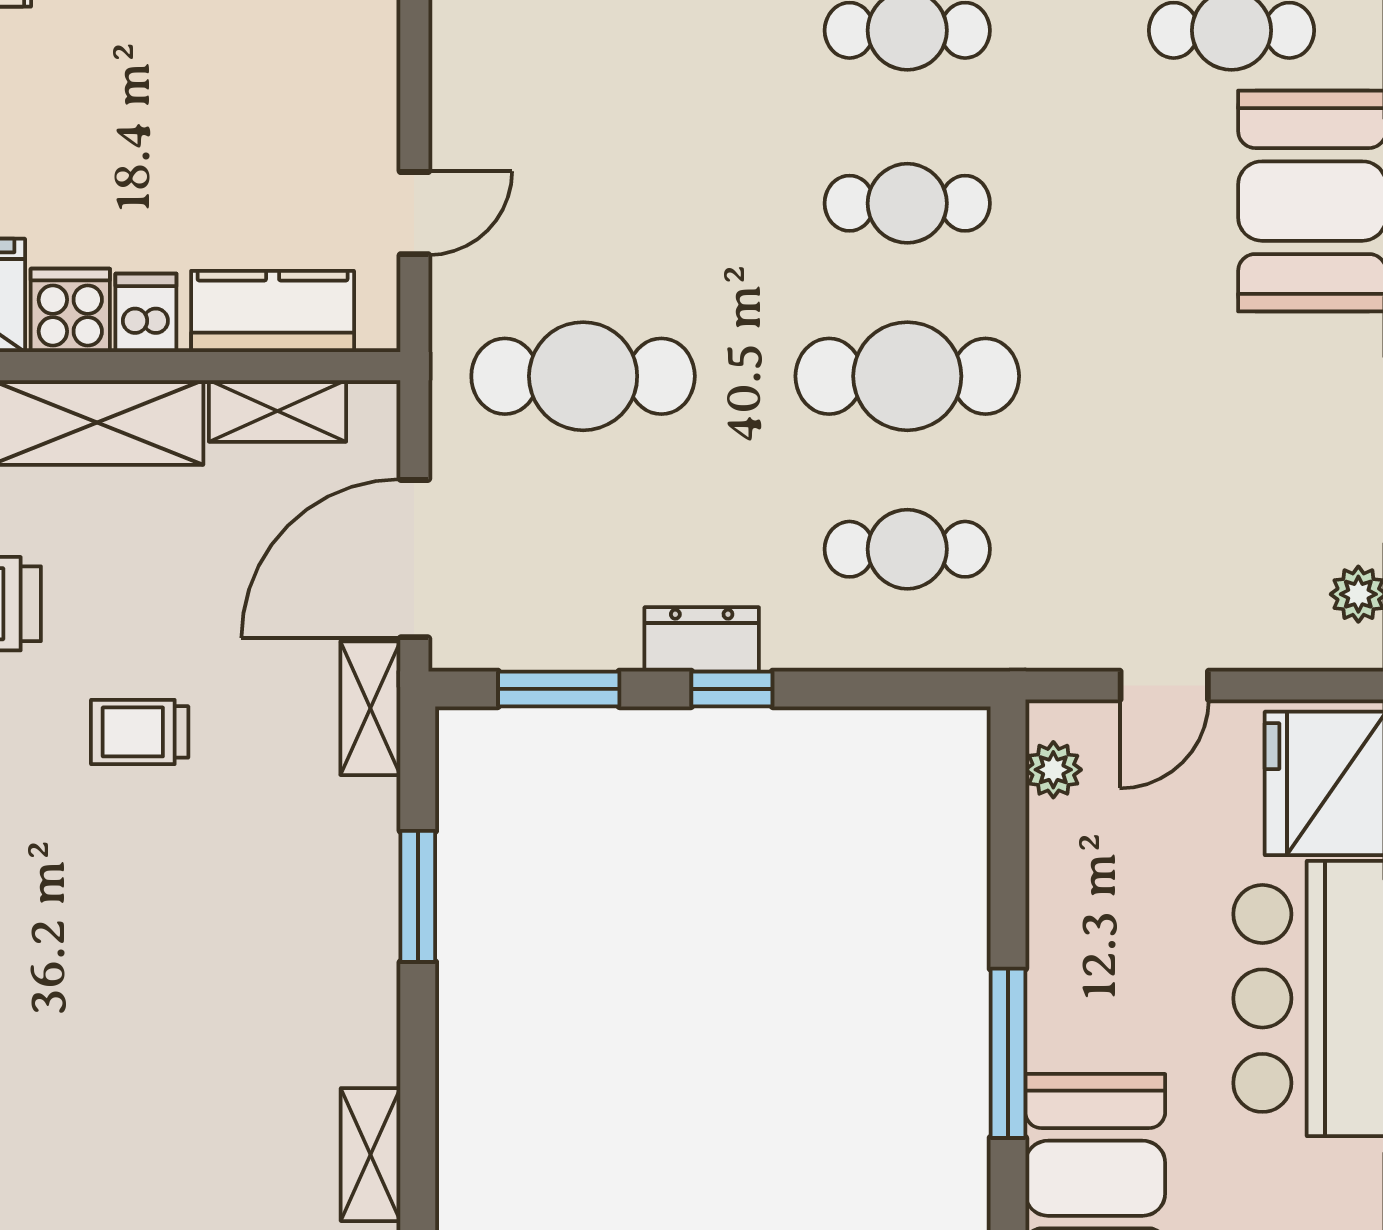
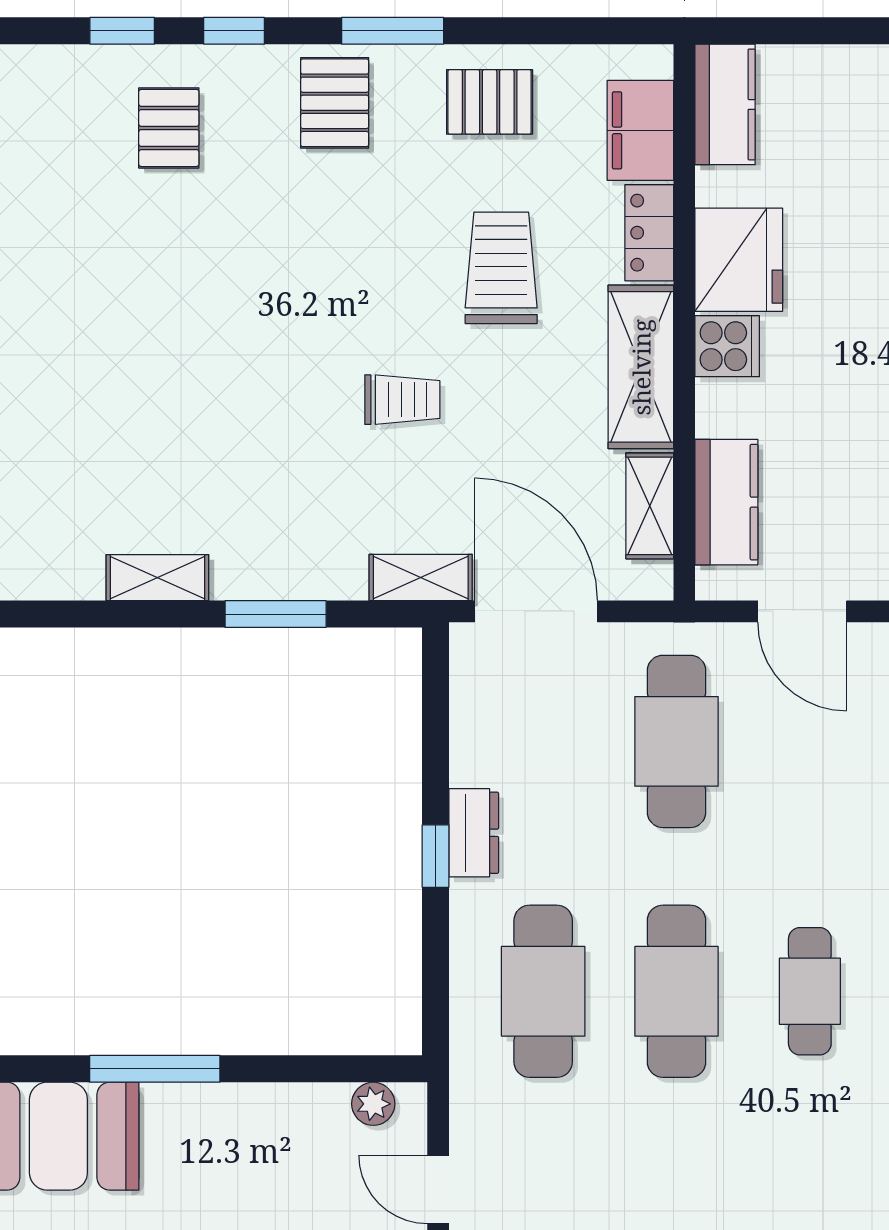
door: (414, 213) -> (802, 611), width x1.38
dishwasher: (146, 313) -> (725, 405), removed
cafe table: (907, 549) -> (543, 991), width x1.37, depth x1.35
window: (559, 689) -> (436, 723), removed
trolley: (140, 732) -> (402, 400), turned 90
shelving: (371, 1155) -> (157, 578), moved

